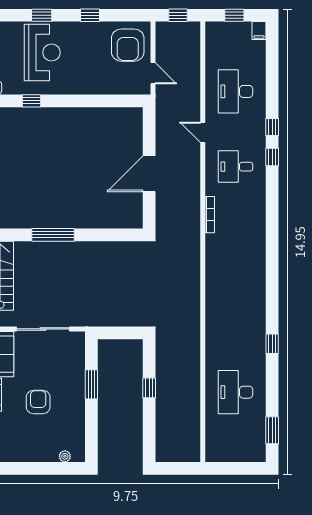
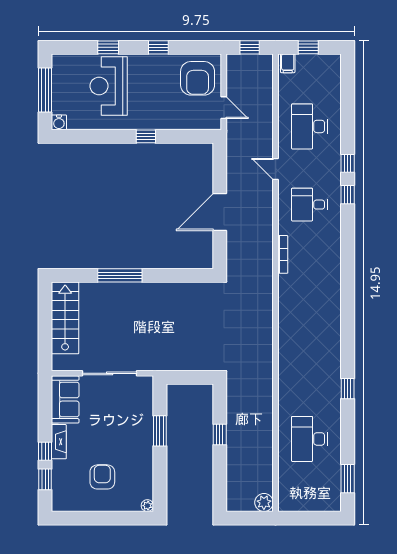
filing cabinet: (259, 31) -> (288, 63), moved
reception desk: (42, 52) -> (109, 86), turned 180
window: (32, 101) -> (146, 136), moved
armchair: (38, 402) -> (102, 477), moved
plant: (192, 453) -> (264, 503), added
plant: (65, 456) -> (147, 506), moved

